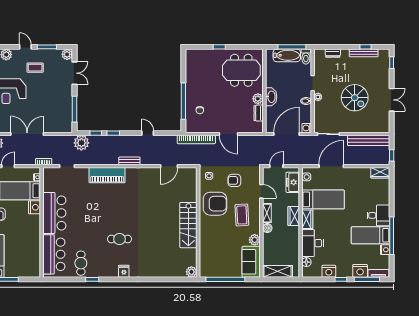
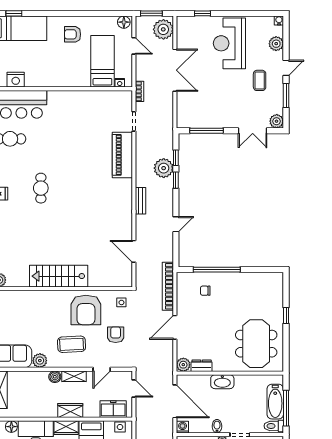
plant: (258, 99) -> (183, 365), moved
plant: (81, 143) -> (164, 168), moved
piano: (107, 175) -> (122, 155), moved
nightstand: (34, 207) -> (16, 80), moved
bar counter: (54, 213) -> (74, 105), removed

